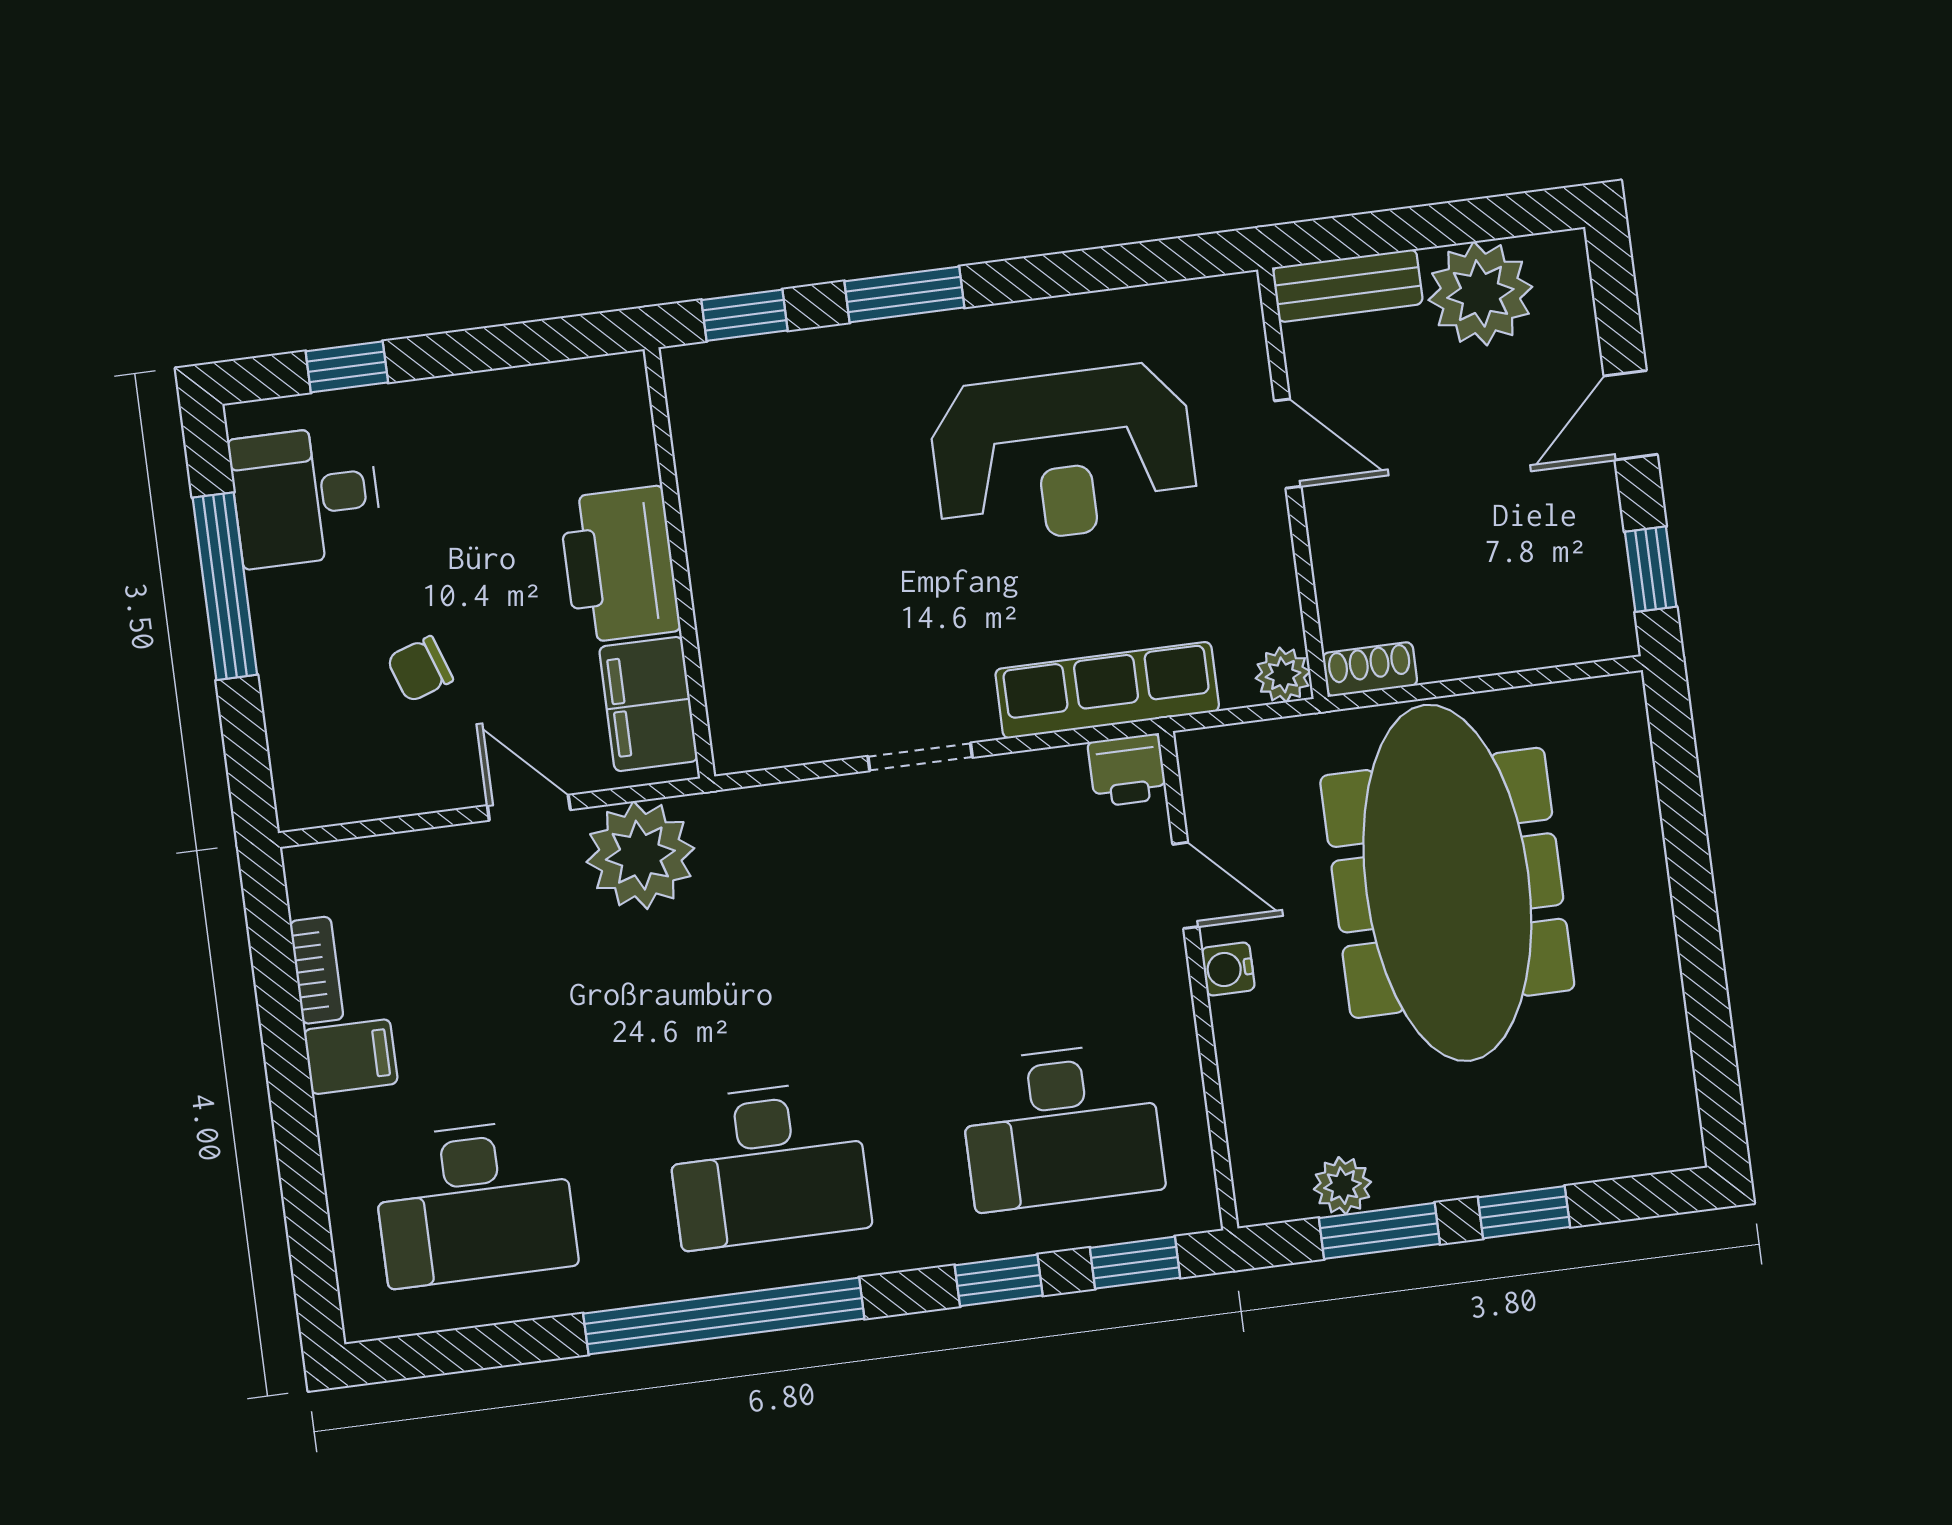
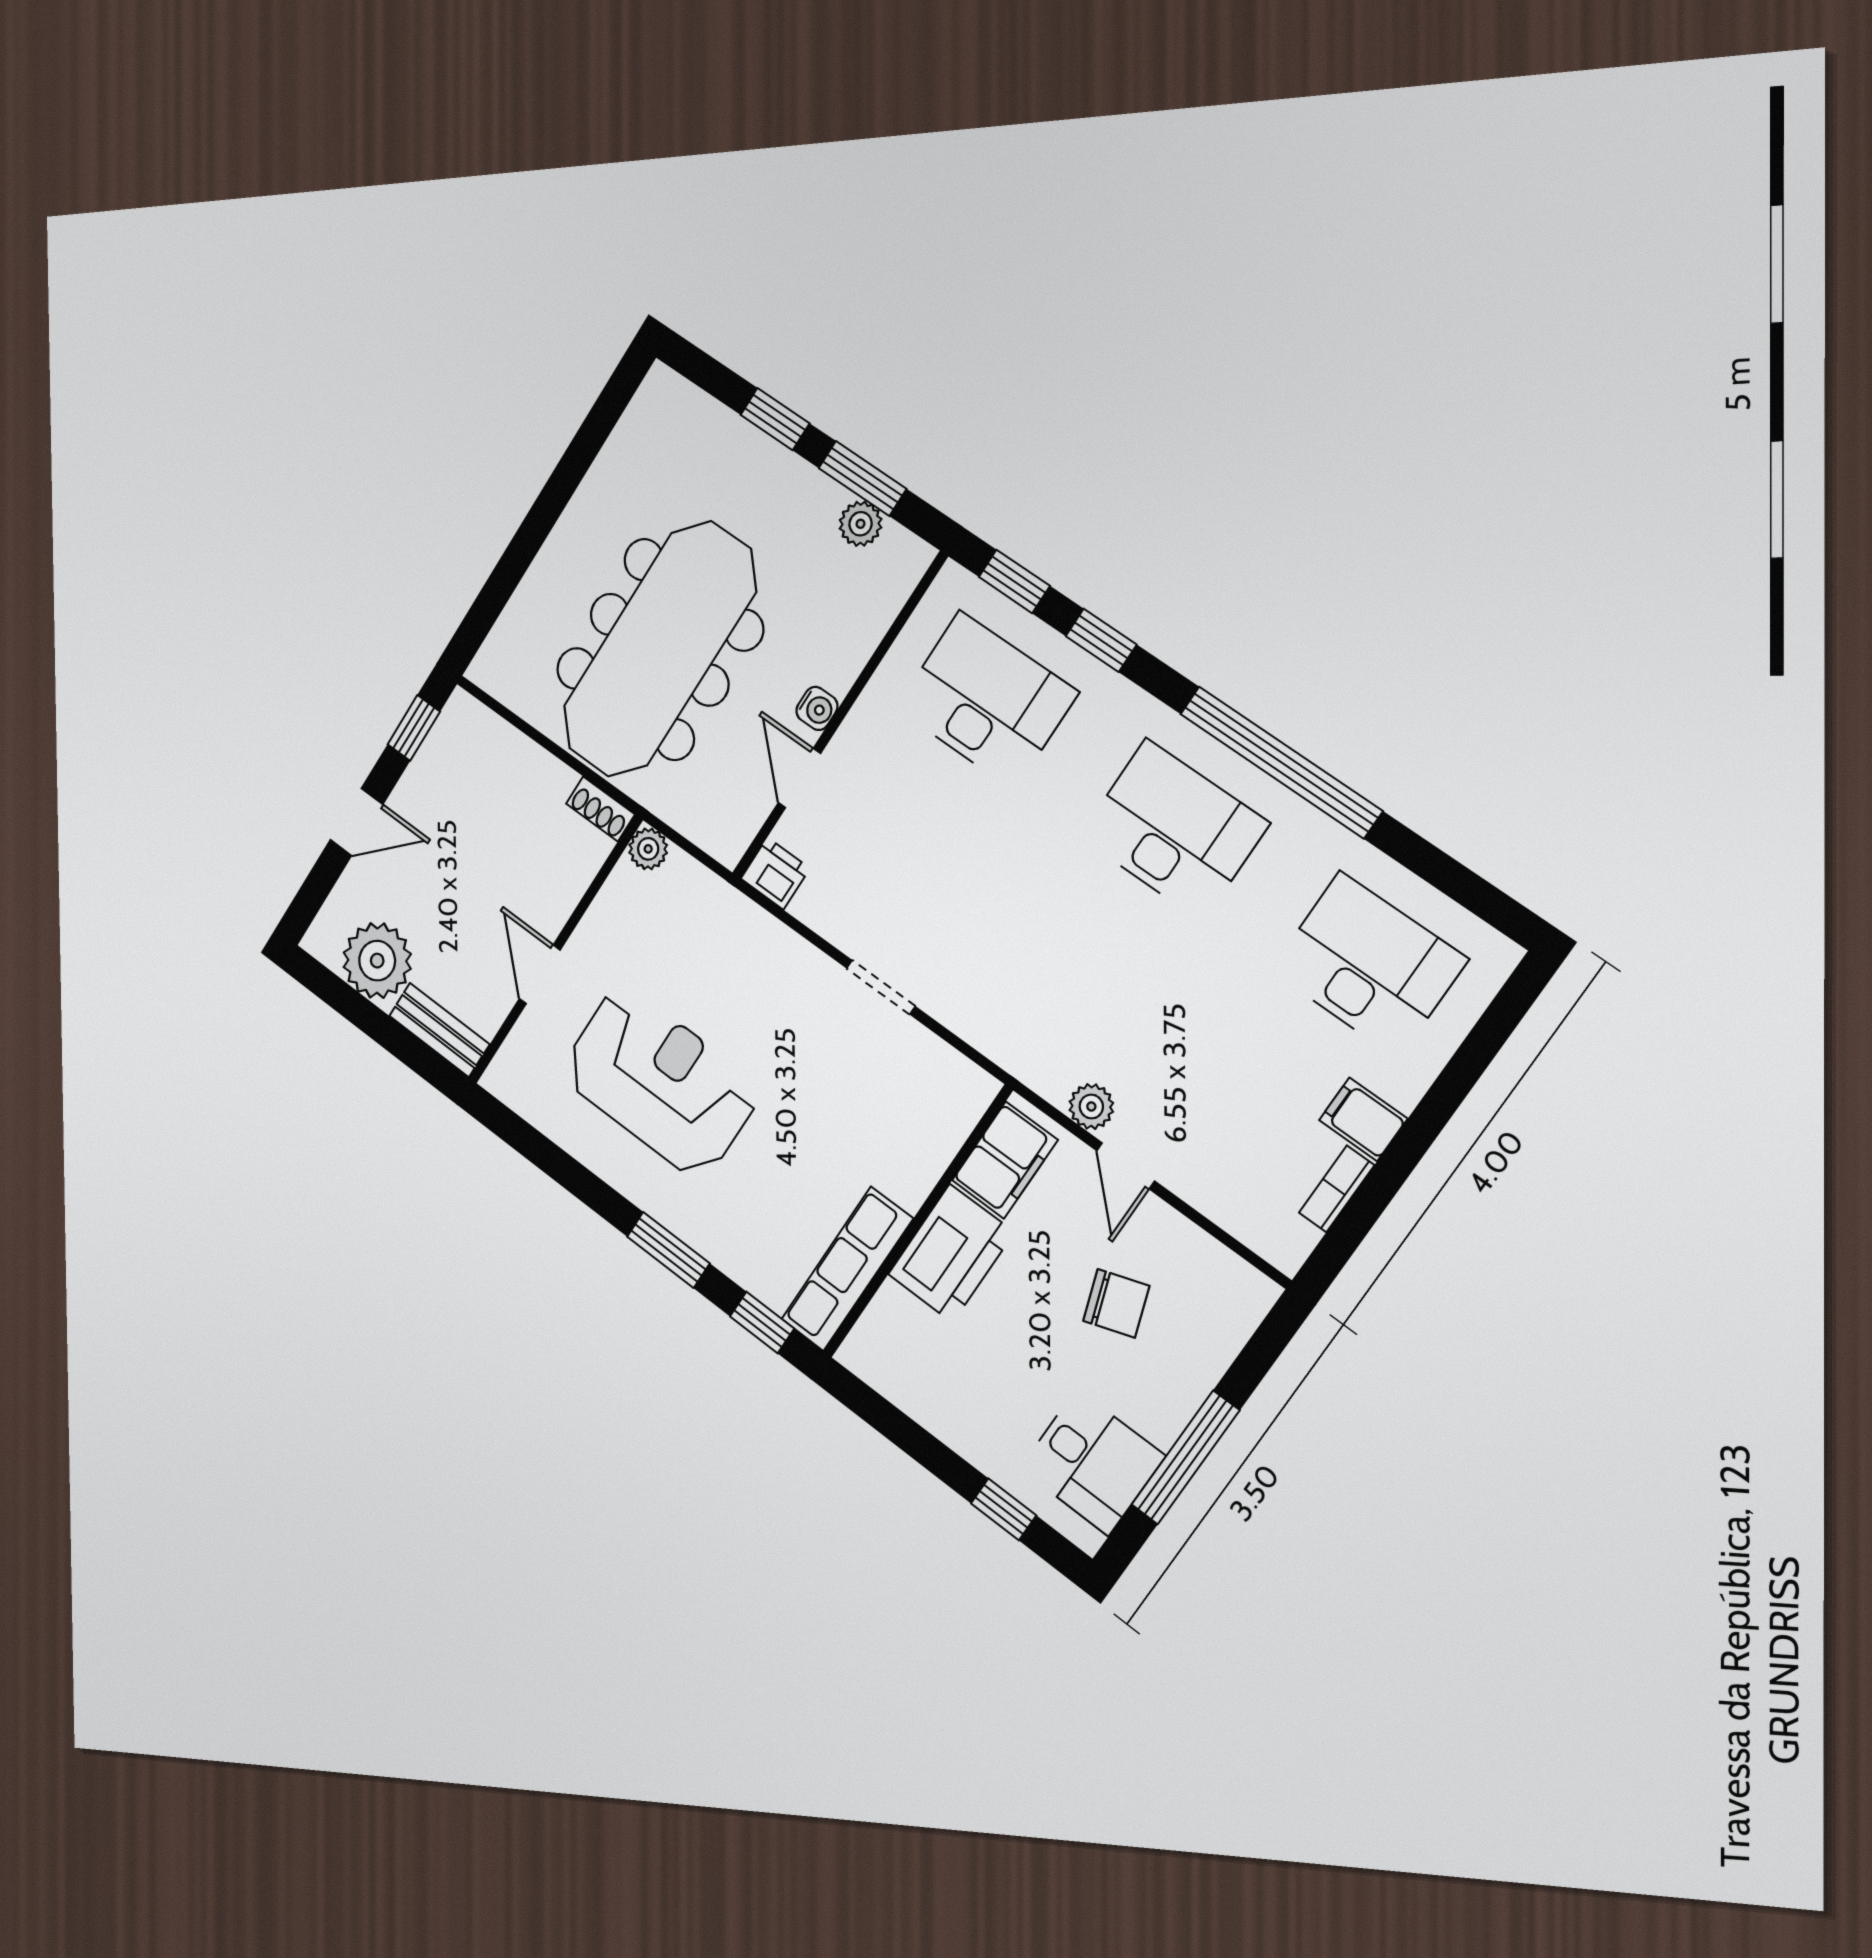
chair: (420, 669) -> (1116, 1303), width x1.37, depth x1.37
row of seats: (1107, 690) -> (847, 1269), moved, turned 90
plant: (640, 855) -> (1091, 1107), width x0.53, depth x0.53

